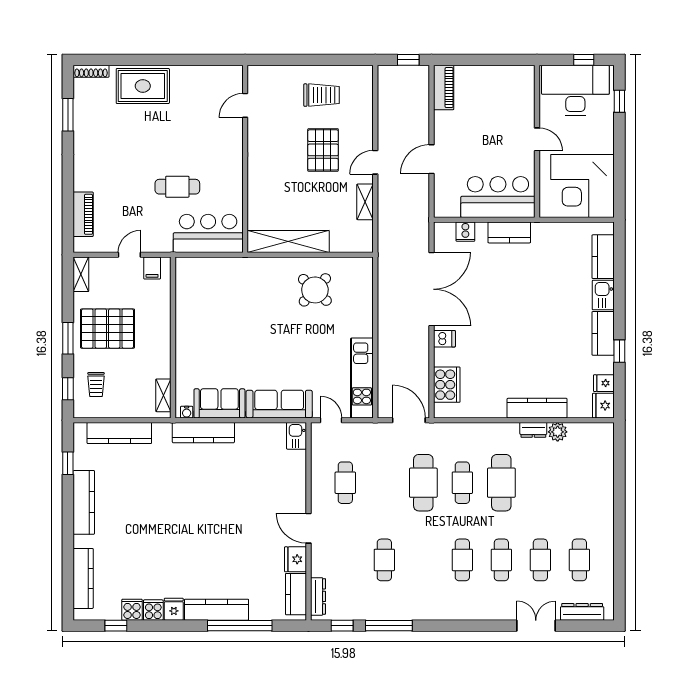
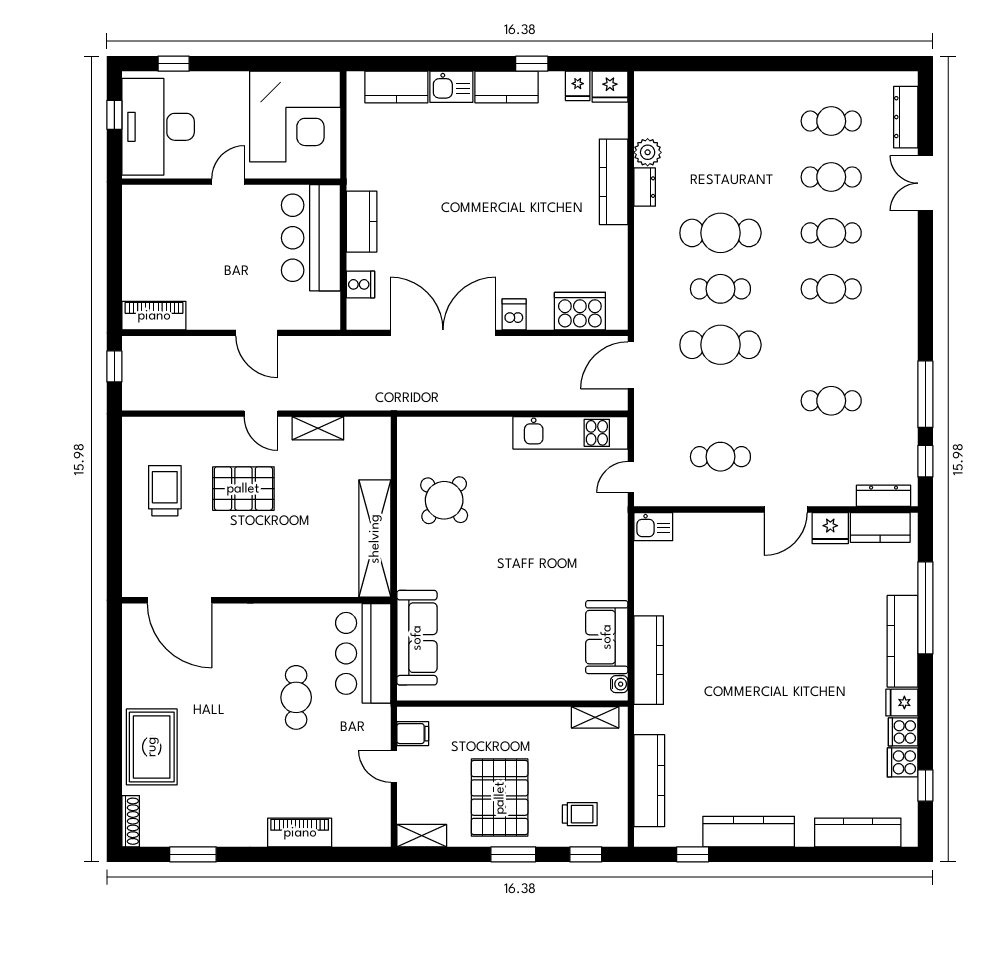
door: (245, 105) -> (180, 600), width x1.87
piano: (83, 214) -> (300, 833), moved
sofa: (279, 404) -> (417, 638), moved, turned 180

